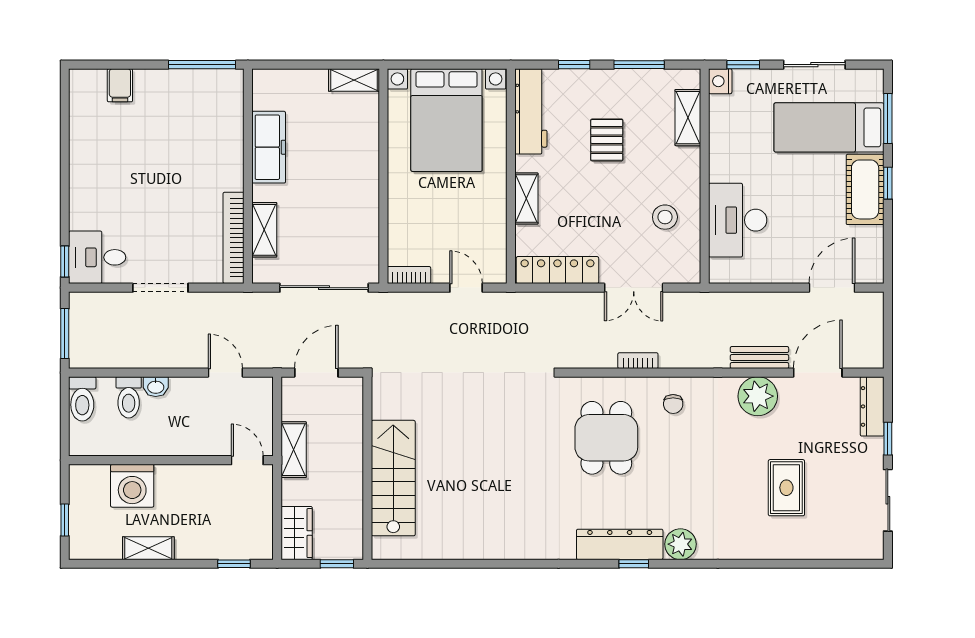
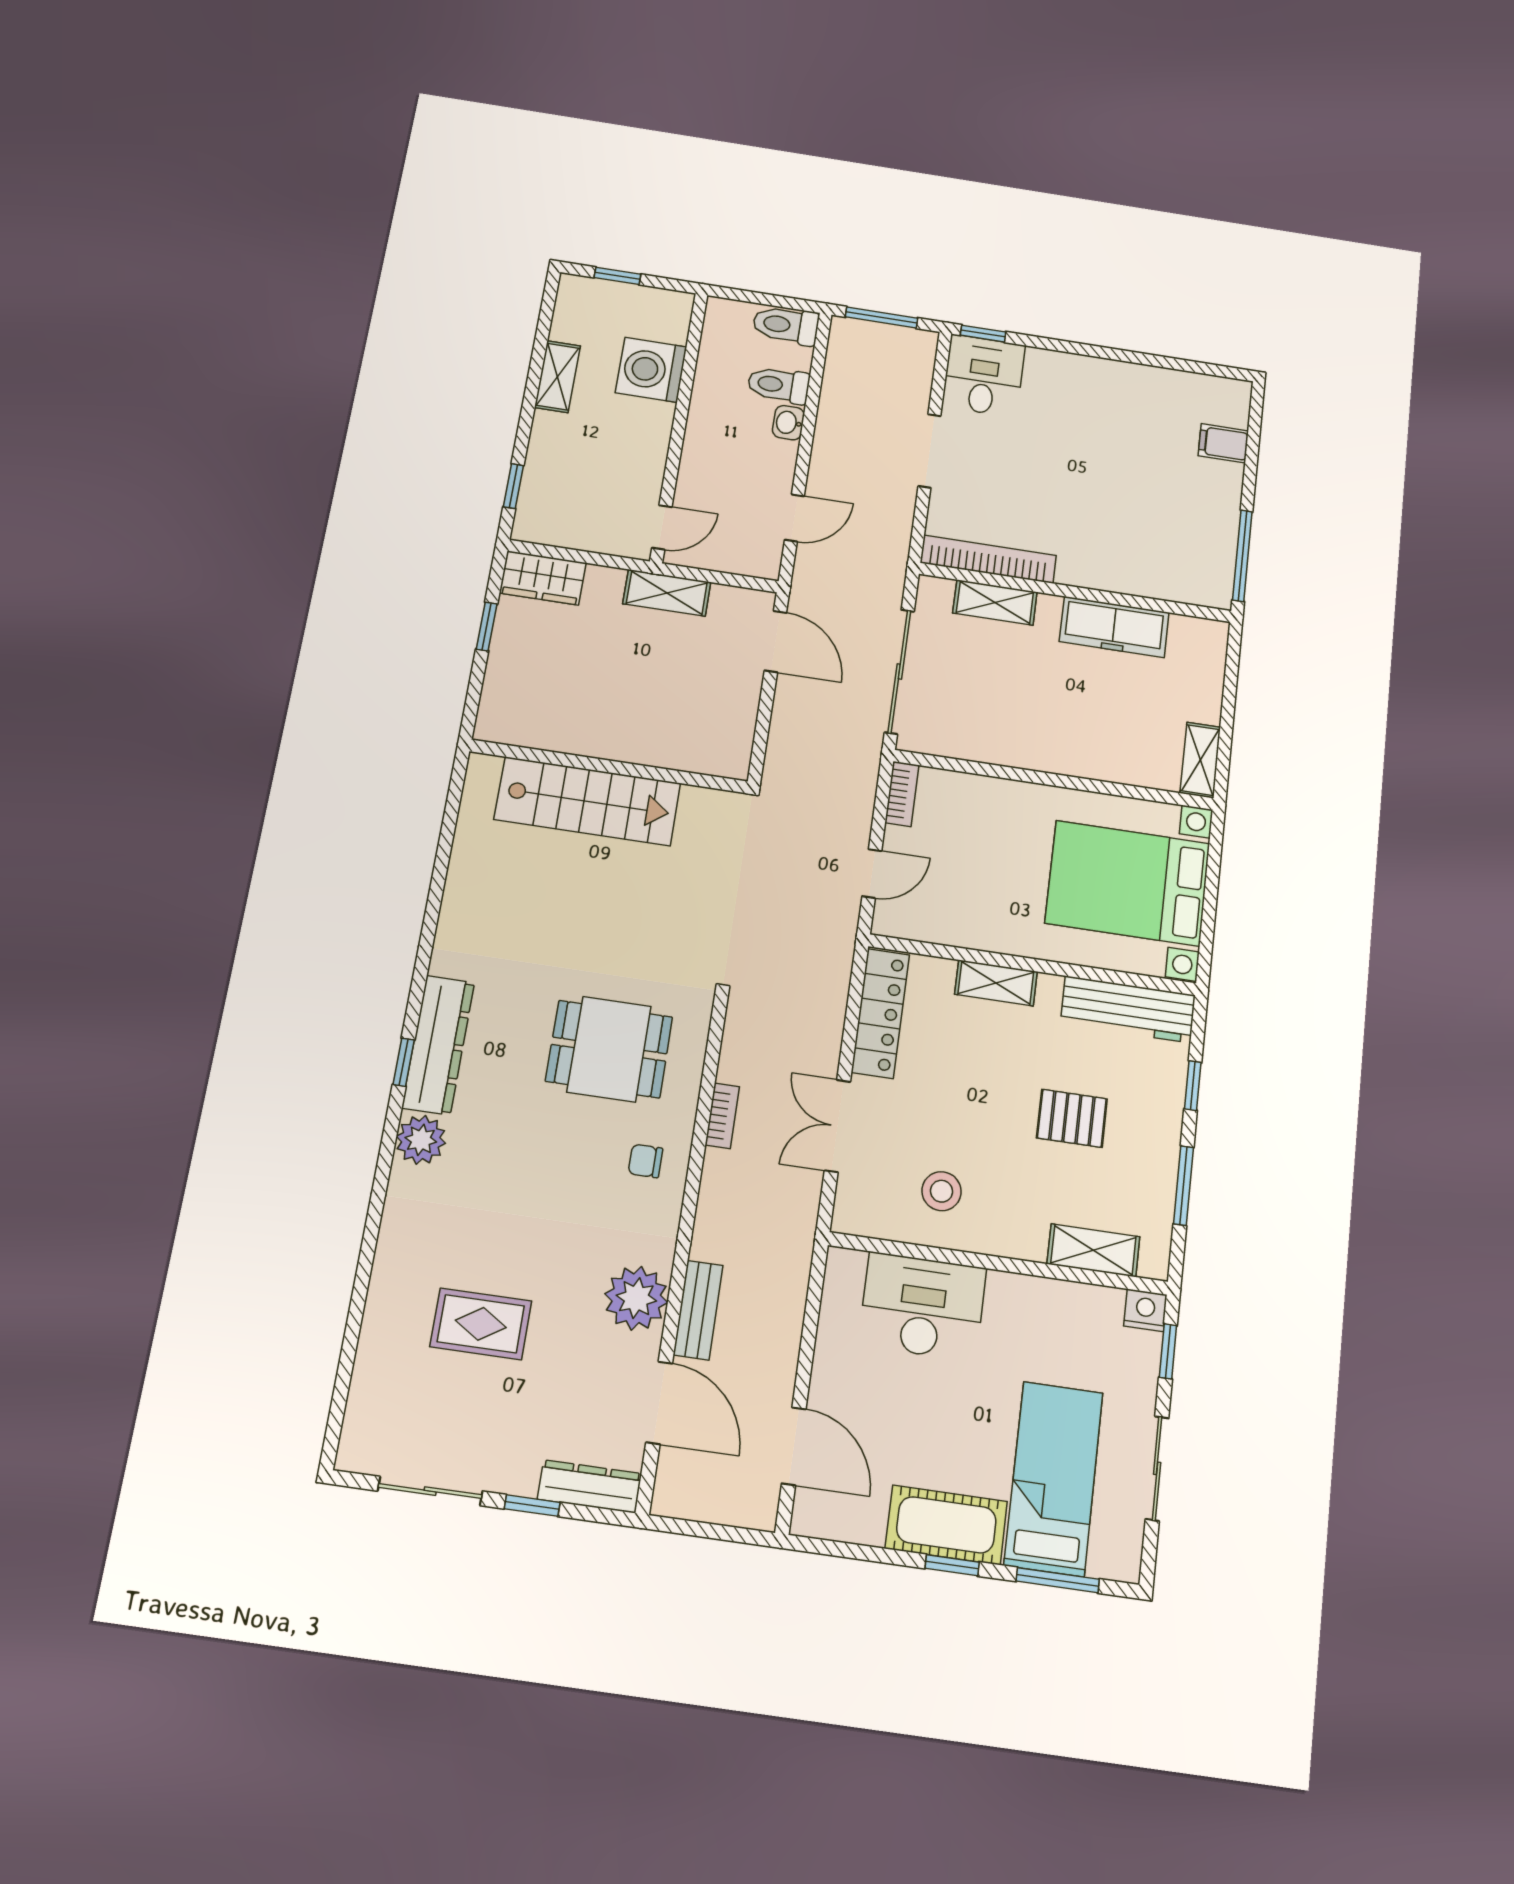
wall: (367, 468) -> (609, 766), moved
stairs: (393, 478) -> (588, 801), moved

